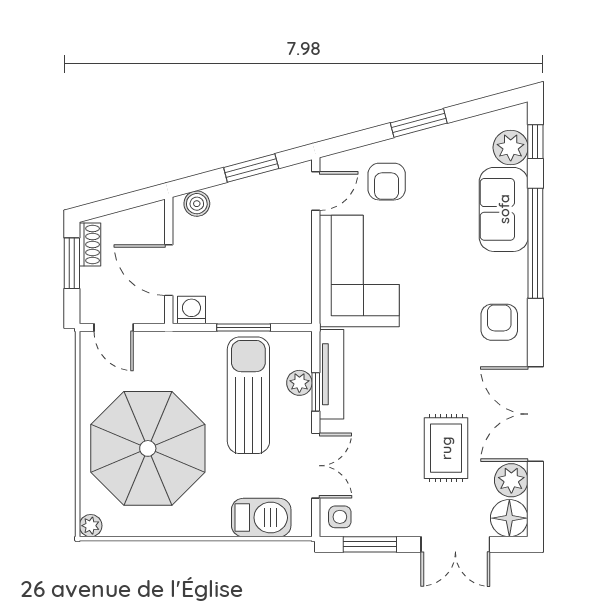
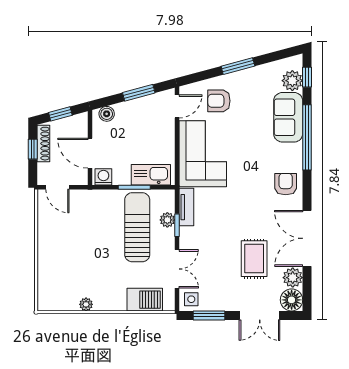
armchair: (387, 182) -> (219, 101), turned 90
window: (119, 204) -> (60, 114), added
shoe rack: (90, 245) -> (43, 144), width x1.43
window: (72, 263) -> (33, 149), width x0.67
kitchen sink: (272, 307) -> (151, 175), added
tv unit: (331, 374) -> (186, 207), width x0.71
parasol: (148, 448) -> (78, 259), removed
plant: (91, 526) -> (86, 304), moved

